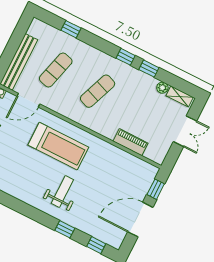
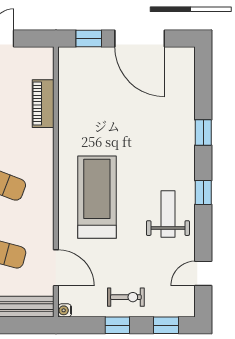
weight bench: (62, 192) -> (168, 214), moved, turned 90
window: (96, 245) -> (203, 192), moved

